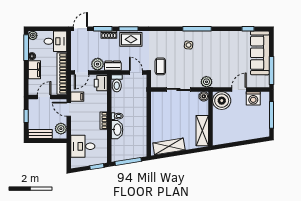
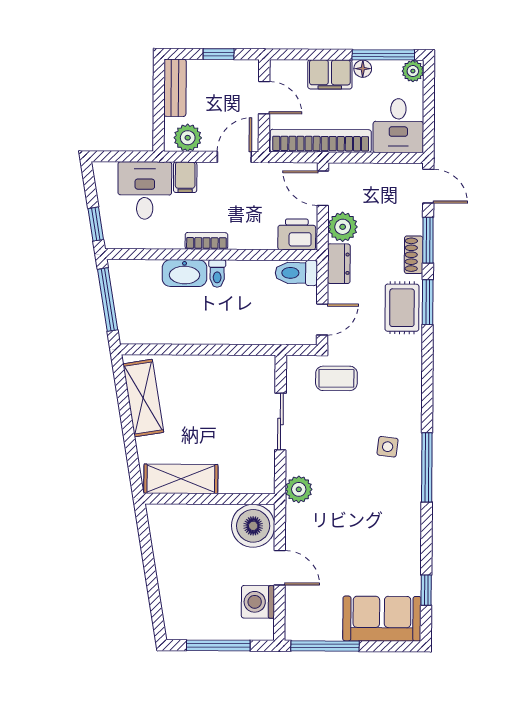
sofa: (260, 53) -> (382, 619), width x0.73
boiler: (204, 96) -> (264, 483), removed
filing cabinet: (77, 97) -> (185, 177), moved

